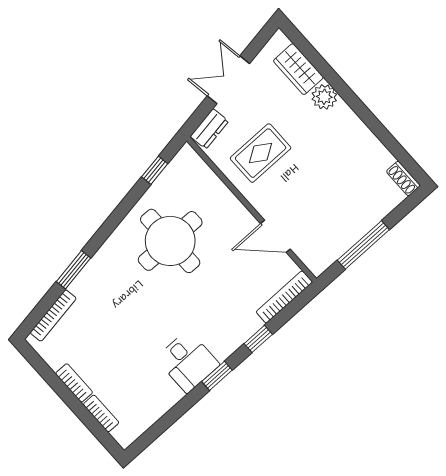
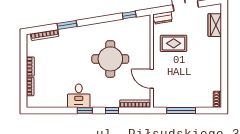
plant: (324, 97) -> (215, 44), removed
round table: (170, 241) -> (110, 59), moved

